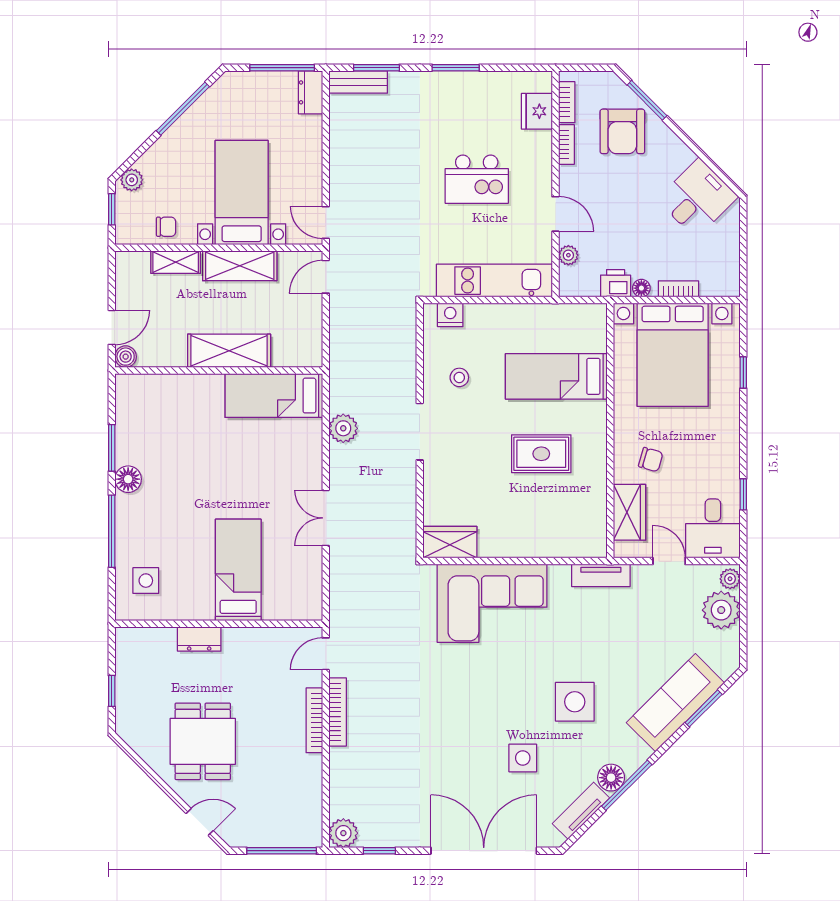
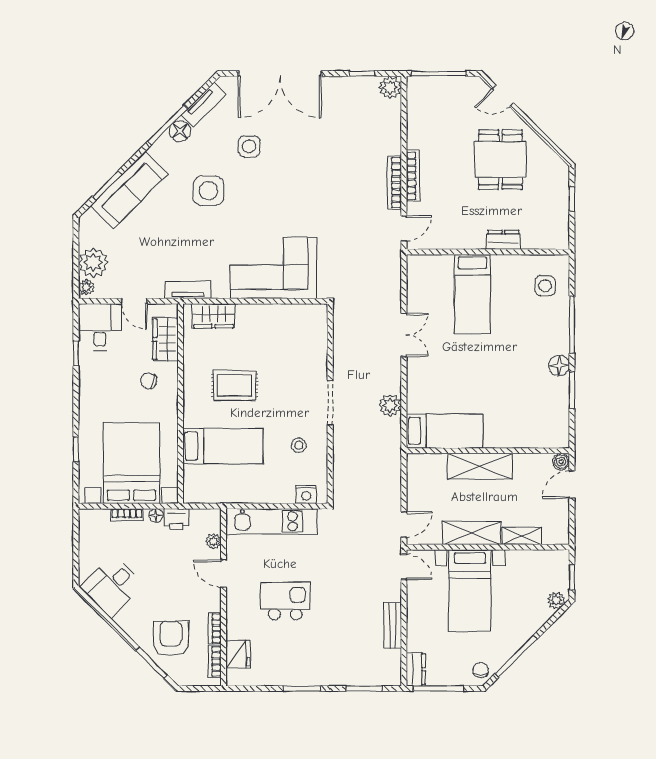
bench: (358, 82) -> (393, 625), moved, turned 90
chair: (166, 227) -> (481, 670), moved, turned 90
wardrobe: (450, 542) -> (214, 316), moved

